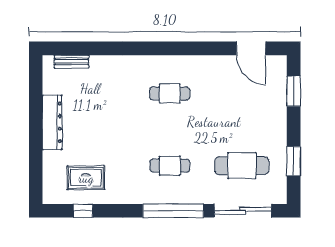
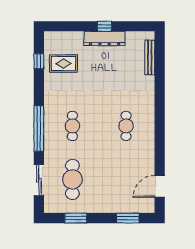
bench: (71, 62) -> (150, 57), width x1.36
window: (36, 123) -> (104, 26), added
rug: (86, 178) -> (63, 64), turned 90
sliding door: (243, 211) -> (39, 180), width x0.73

